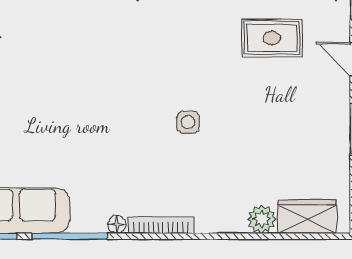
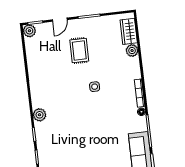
rug: (272, 38) -> (79, 50), moved

